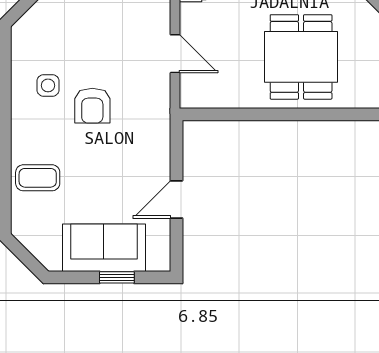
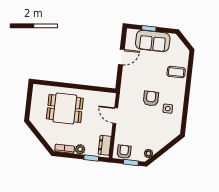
dining table: (301, 57) -> (65, 109), turned 90

